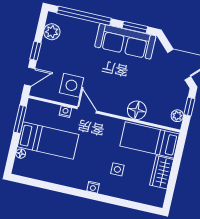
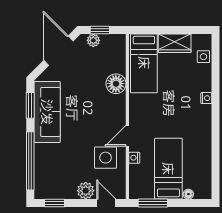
plant: (52, 32) -> (86, 191), moved
window: (35, 51) -> (54, 203), moved
plant: (177, 116) -> (93, 40), moved
side table: (117, 169) -> (203, 57), moved
nightstand: (93, 187) -> (206, 98), moved

